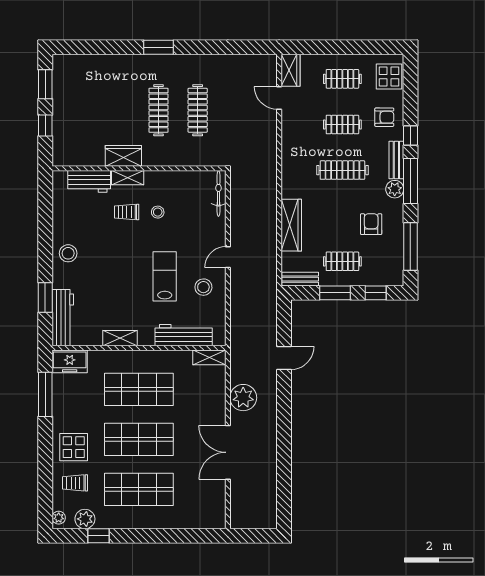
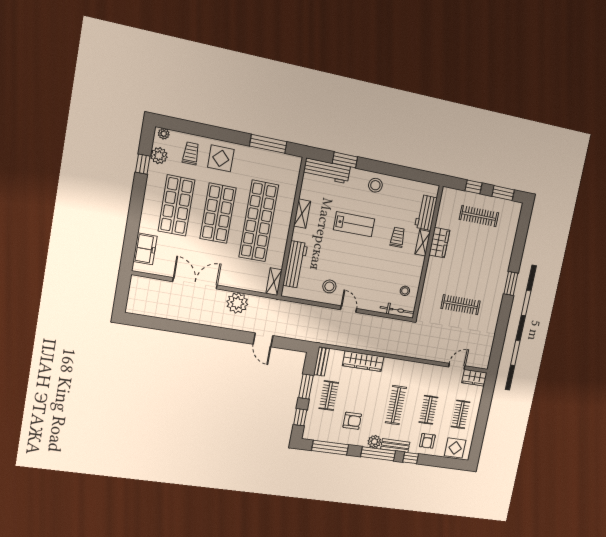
clothes rail: (158, 110) -> (479, 216), moved
stool: (158, 212) -> (405, 291), moved
lab bench: (165, 276) -> (354, 224), moved
freezer: (70, 361) -> (145, 249), moved, turned 180
shop shelf: (139, 389) -> (259, 221), width x1.40

